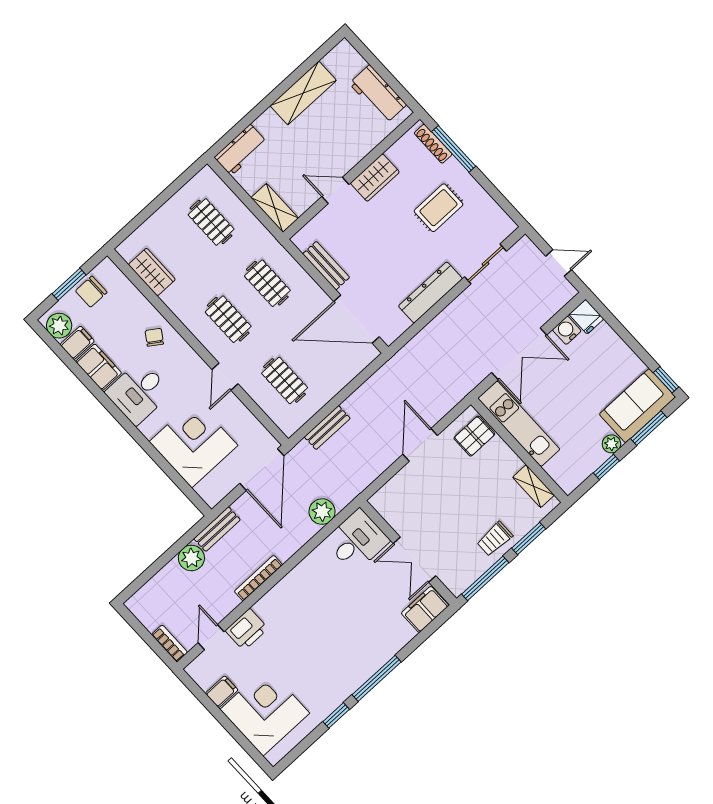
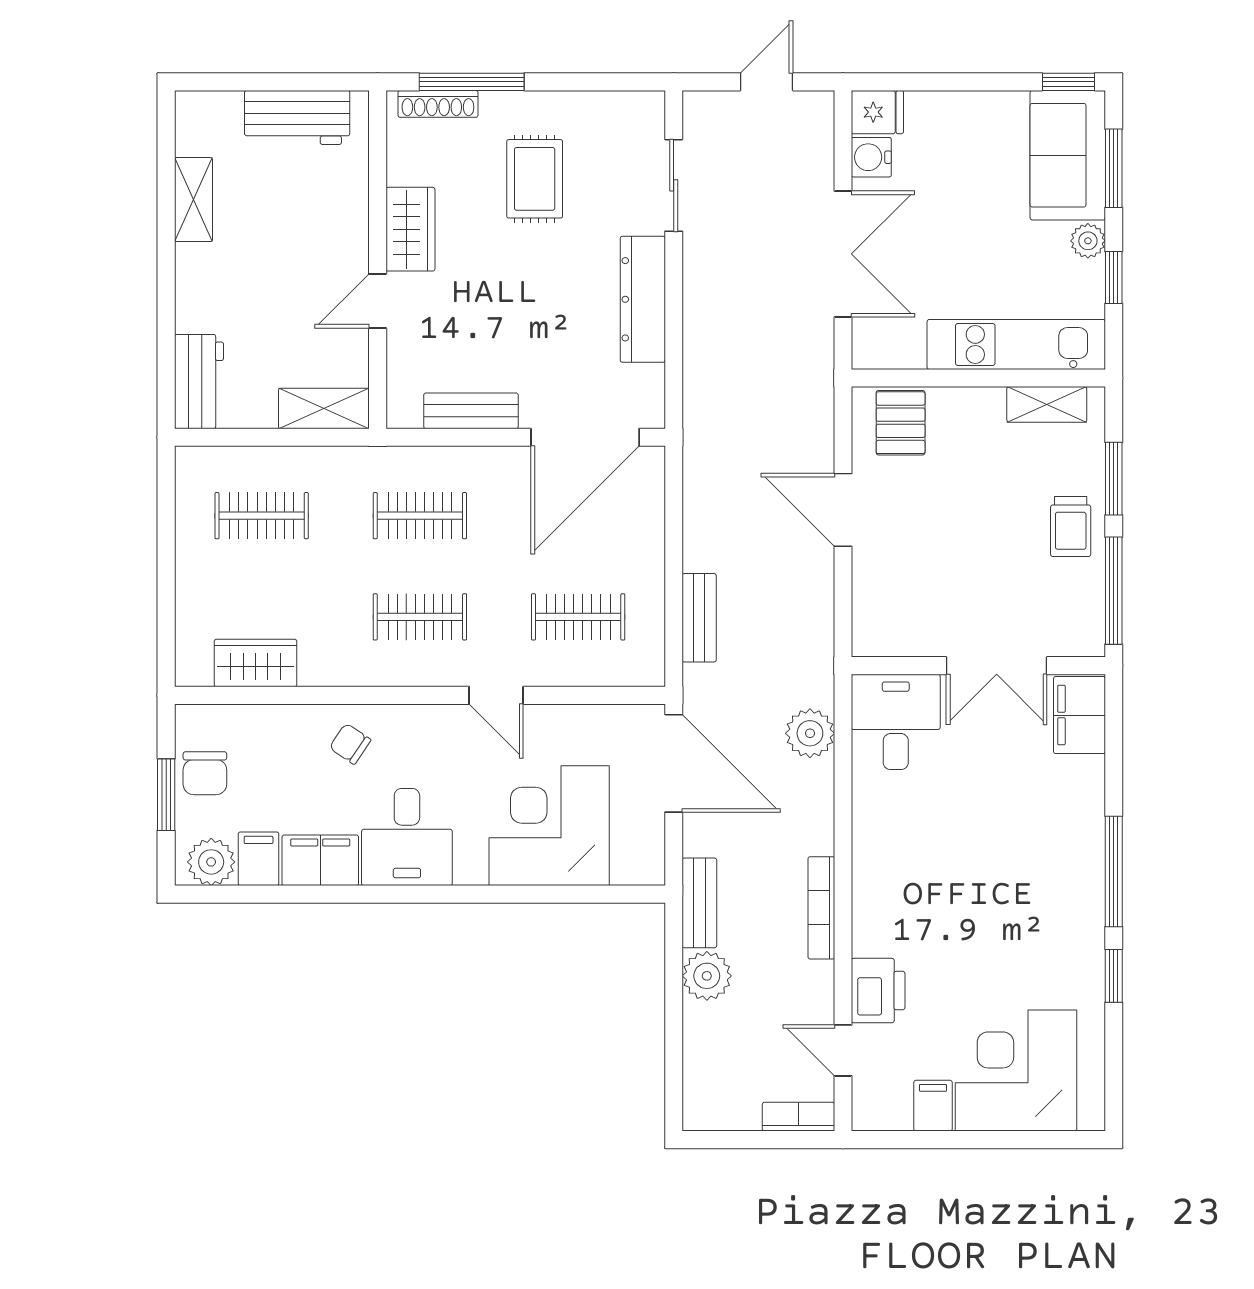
shelving: (303, 93) -> (193, 200), width x0.67, depth x0.75
kitchen unit: (519, 424) -> (1016, 344), moved

